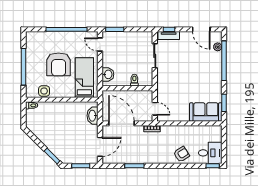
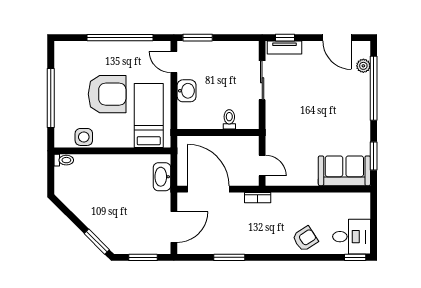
armchair: (59, 64) -> (107, 94), turned -90
washbasin: (108, 74) -> (187, 91), moved

